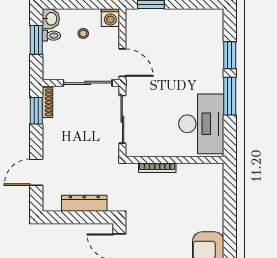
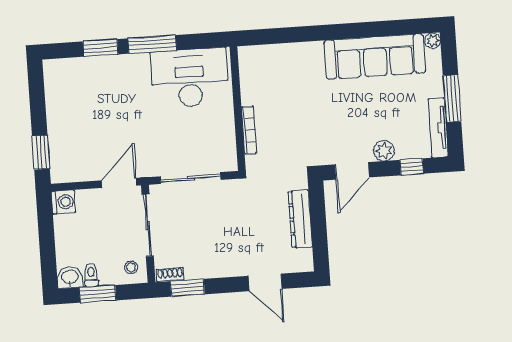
stool: (83, 33) -> (131, 267), moved
shoe rack: (47, 102) -> (170, 275), width x0.70

